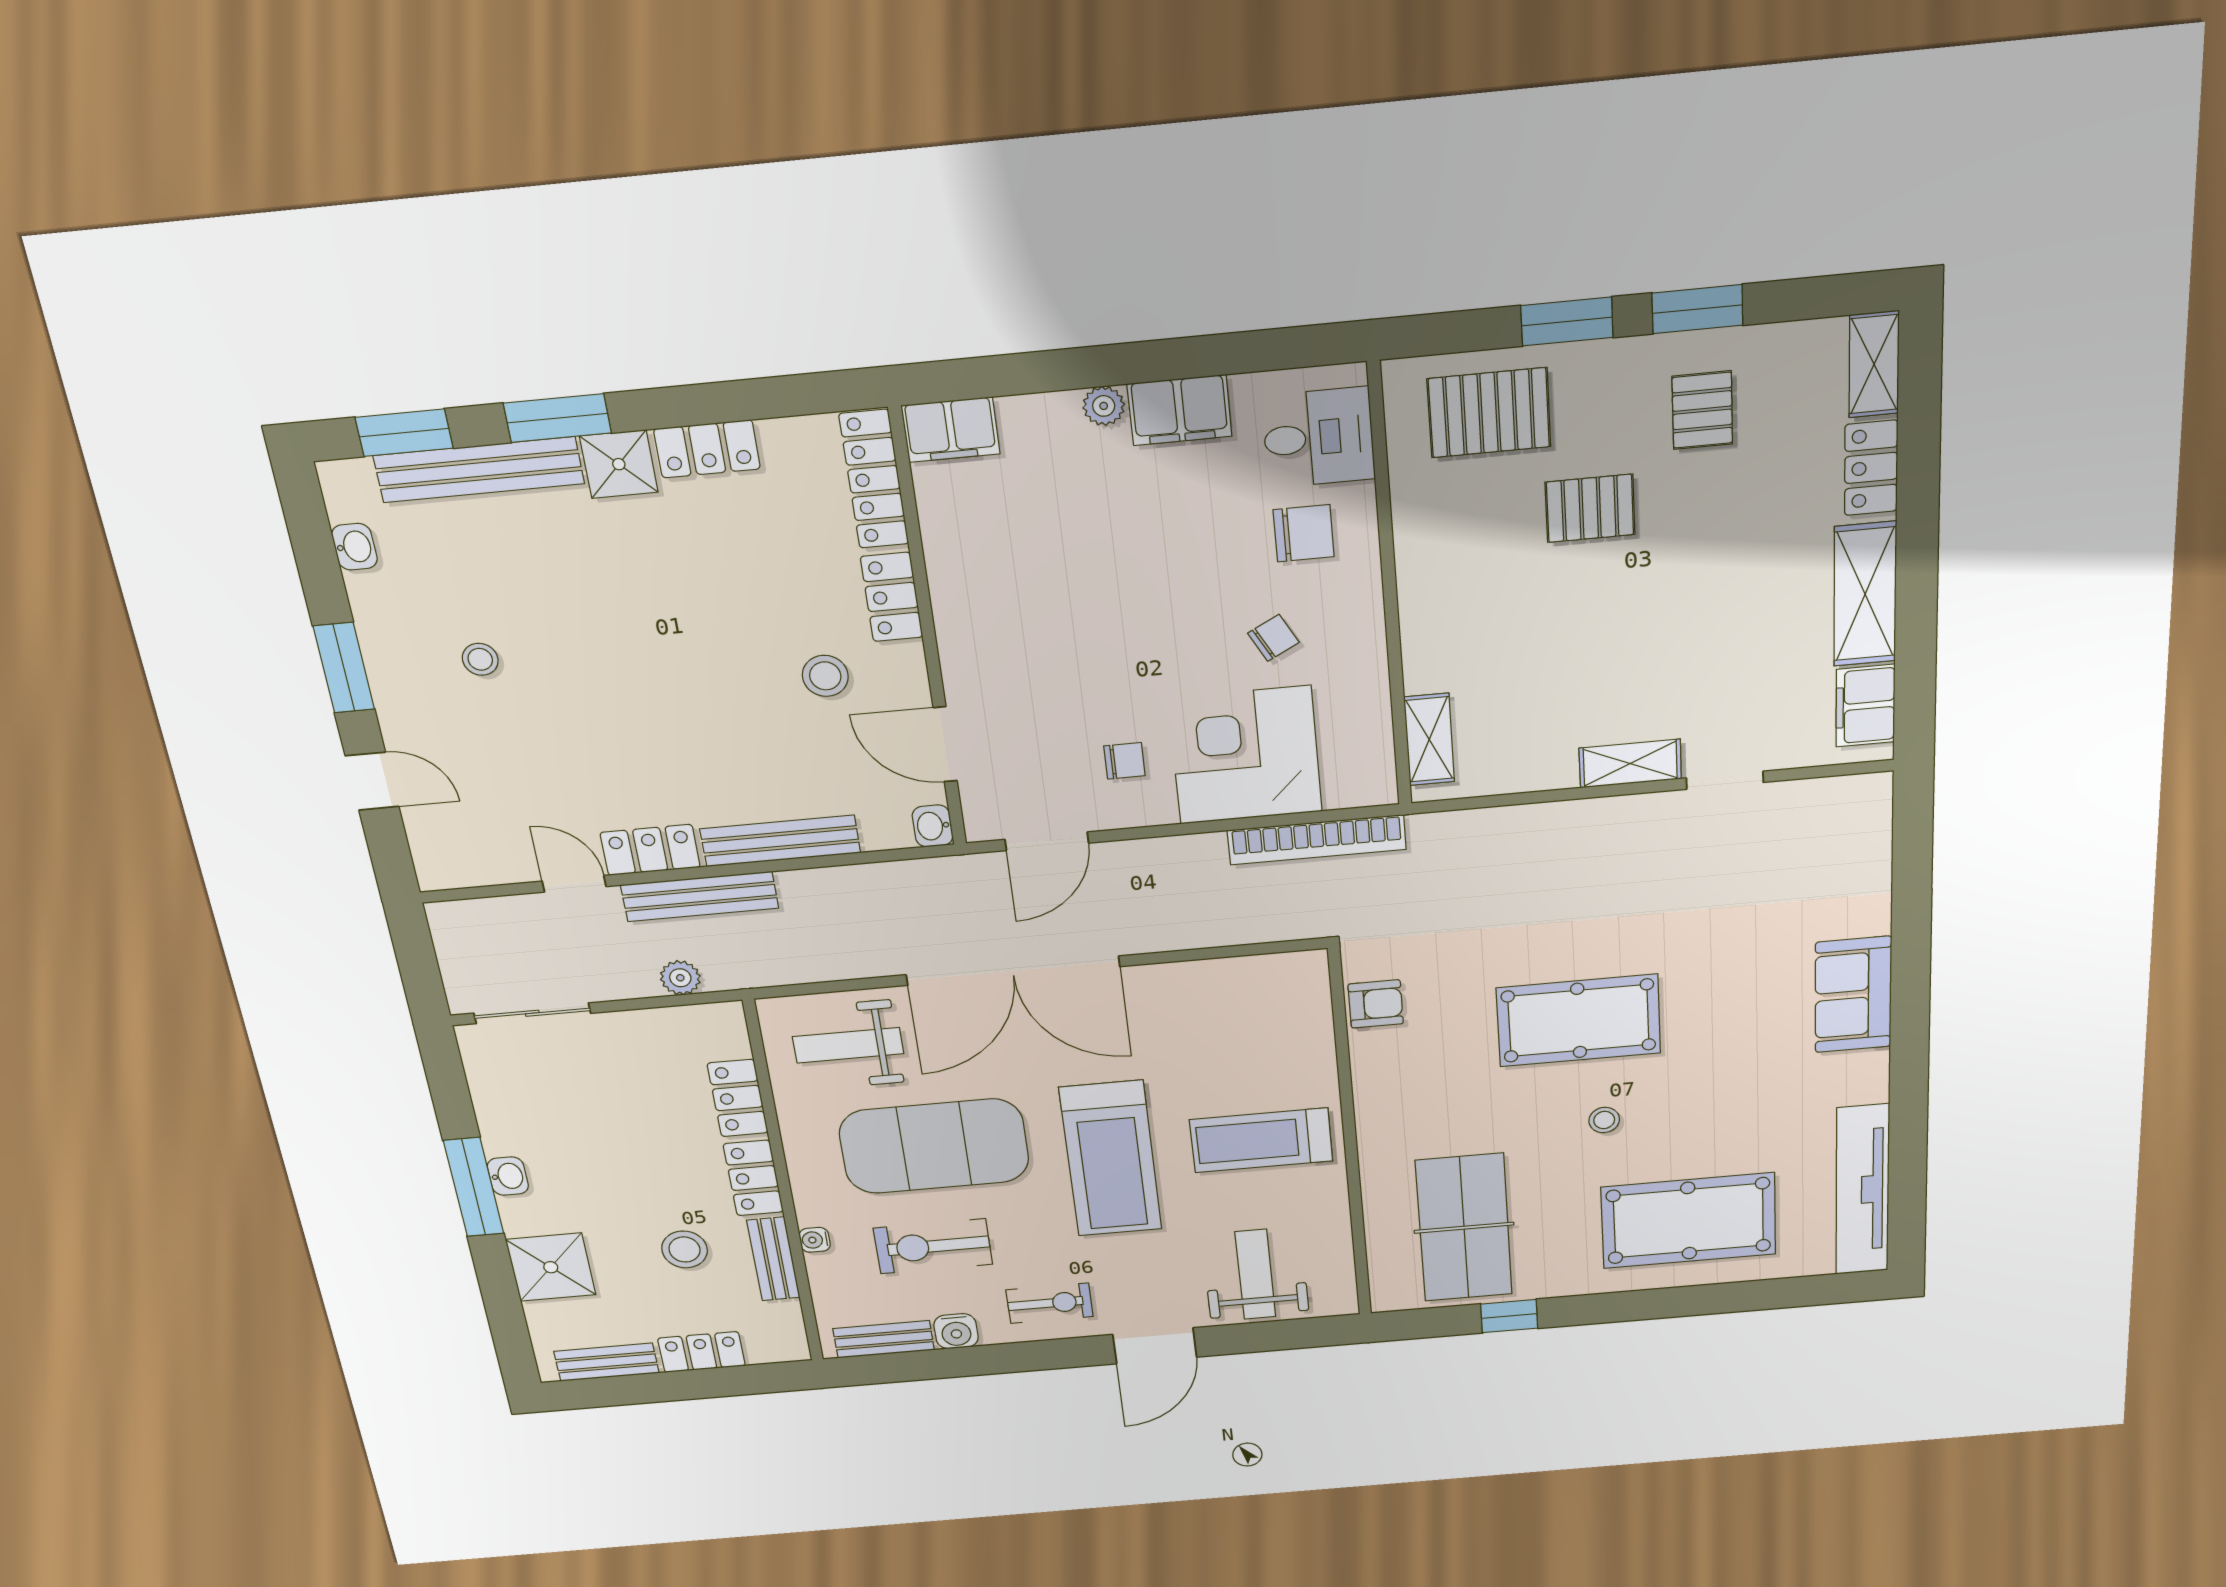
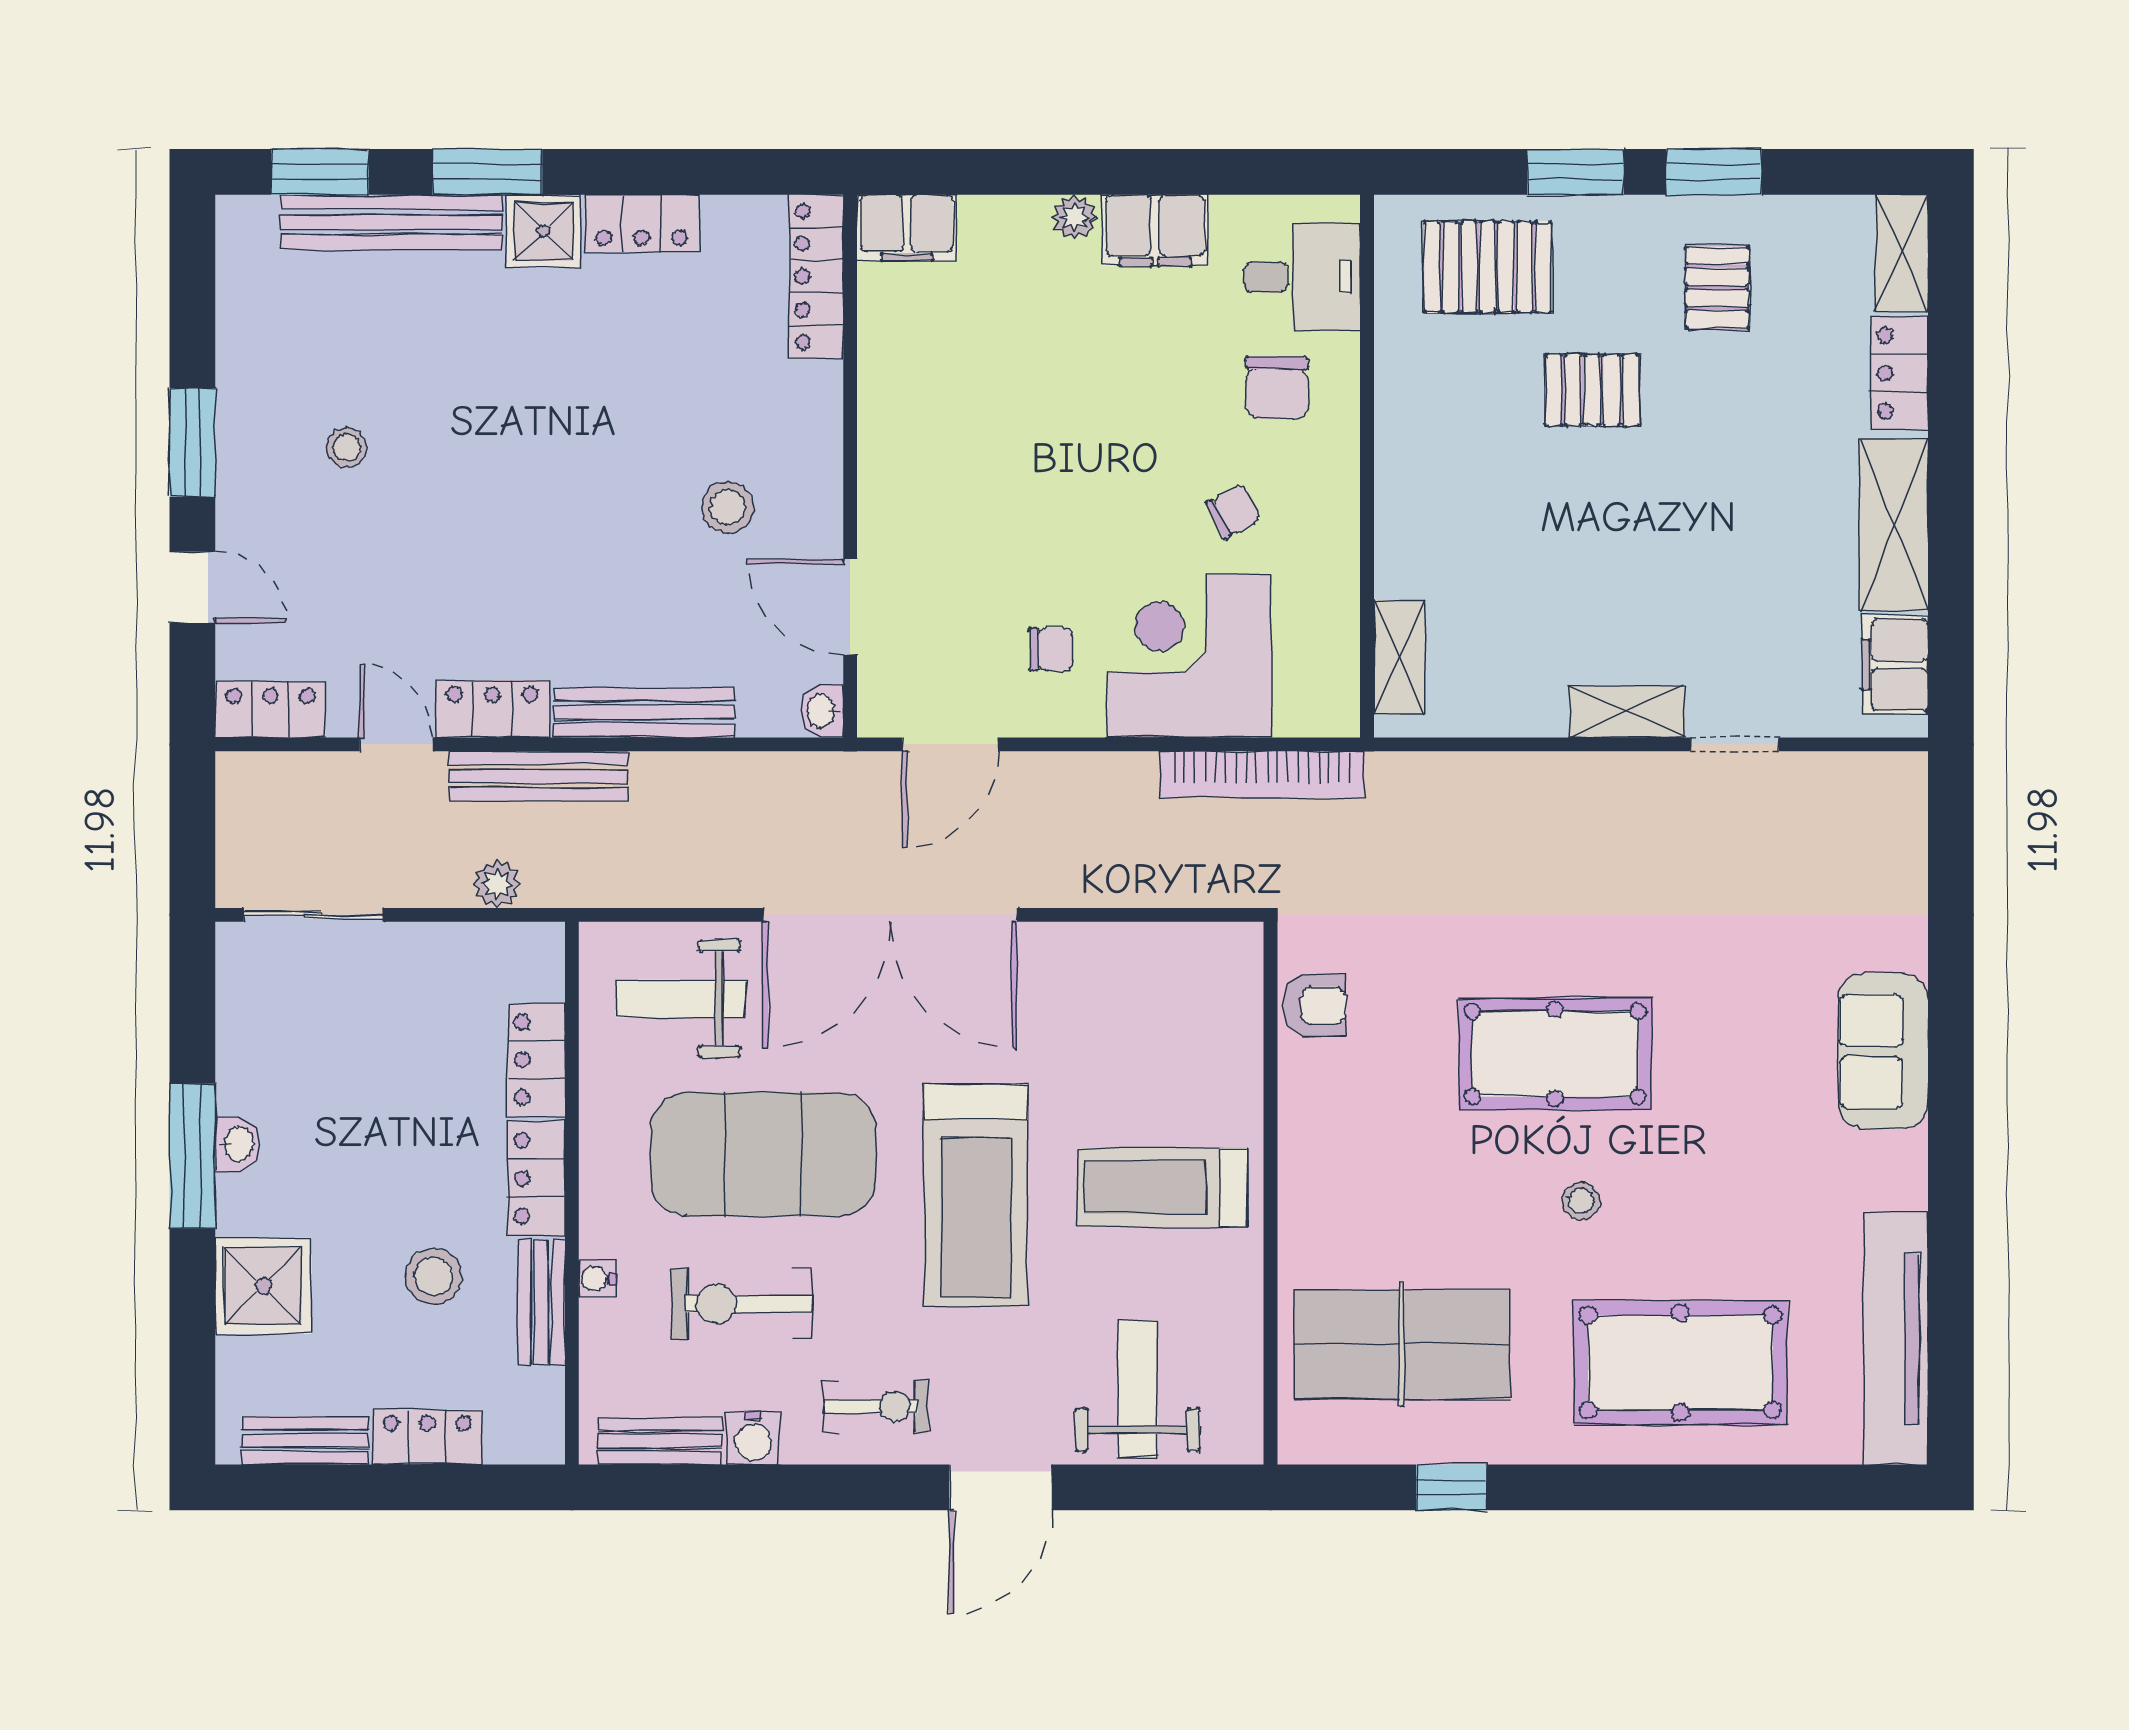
chair: (1304, 533) -> (1277, 388), turned 90
washbasin: (354, 547) -> (237, 298), removed
locker: (892, 597) -> (270, 710), moved, turned 90
table tennis table: (1464, 1228) -> (1402, 1344), turned 90

